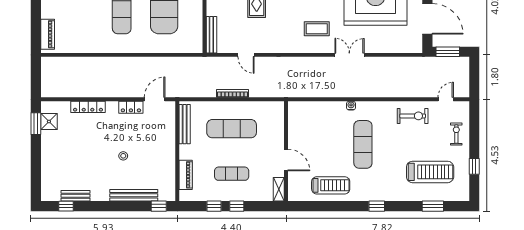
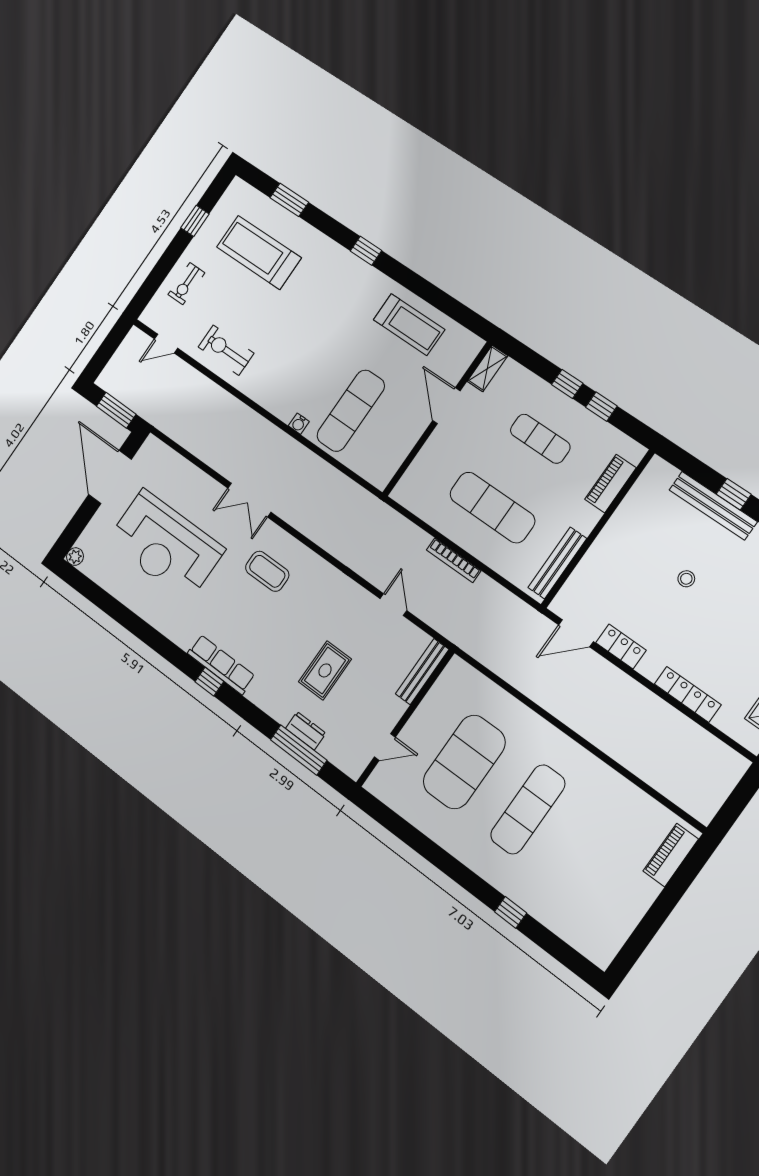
exercise mat: (363, 144) -> (351, 411), moved
treadmill: (331, 185) -> (409, 325), turned 180
window: (159, 206) -> (734, 494), moved

